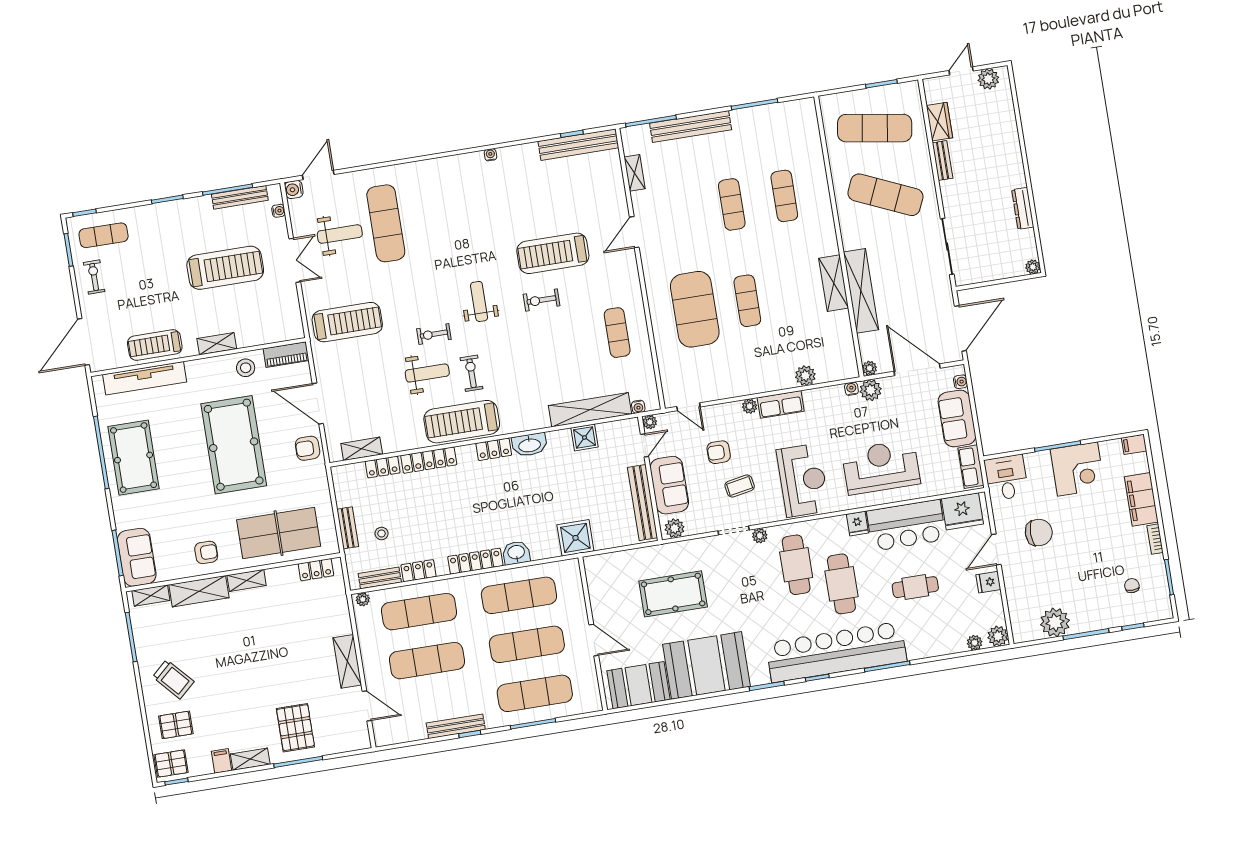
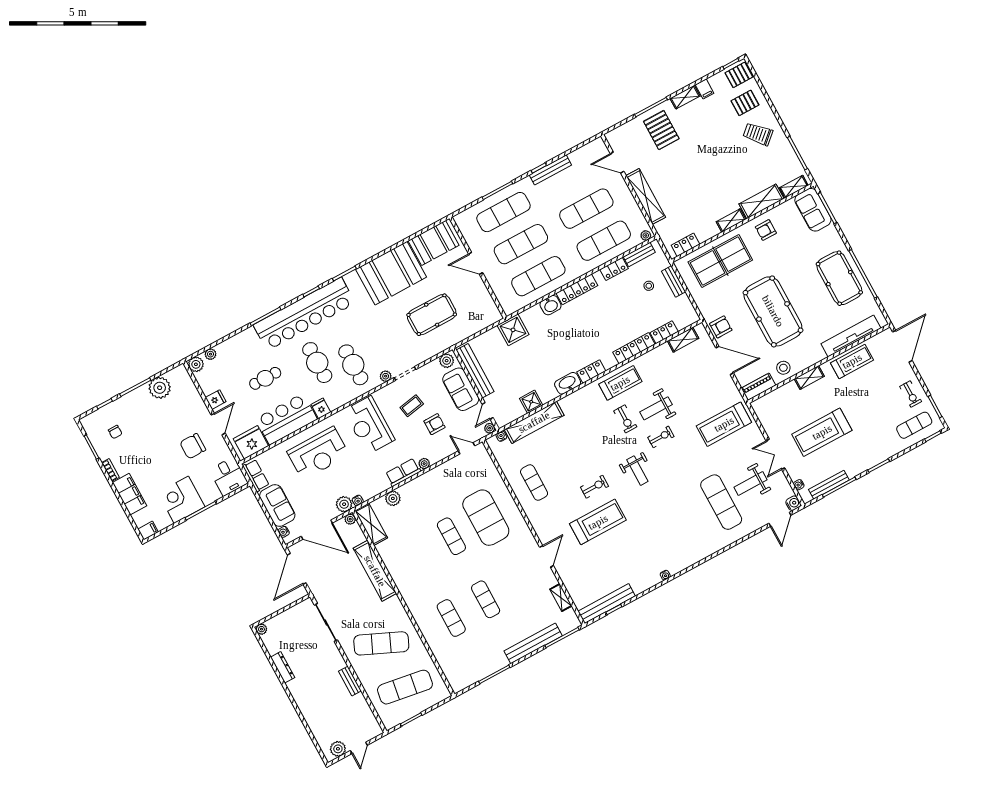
wardrobe: (939, 122) -> (362, 707), removed
shelving: (834, 283) -> (371, 524), moved
treadmill: (462, 422) -> (620, 383), width x0.73, depth x0.73
shelving: (347, 661) -> (646, 196), width x1.47

